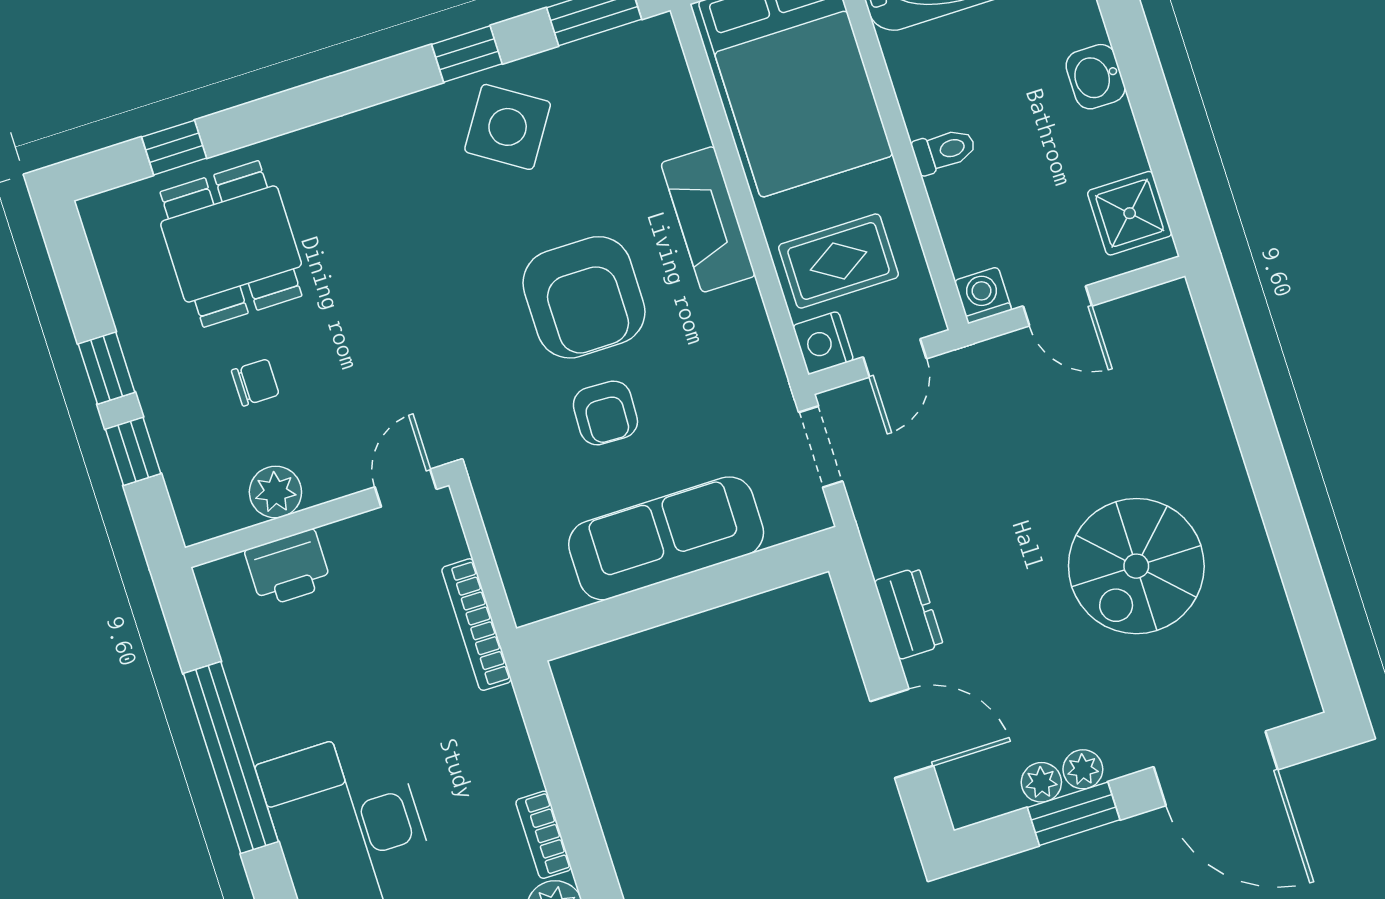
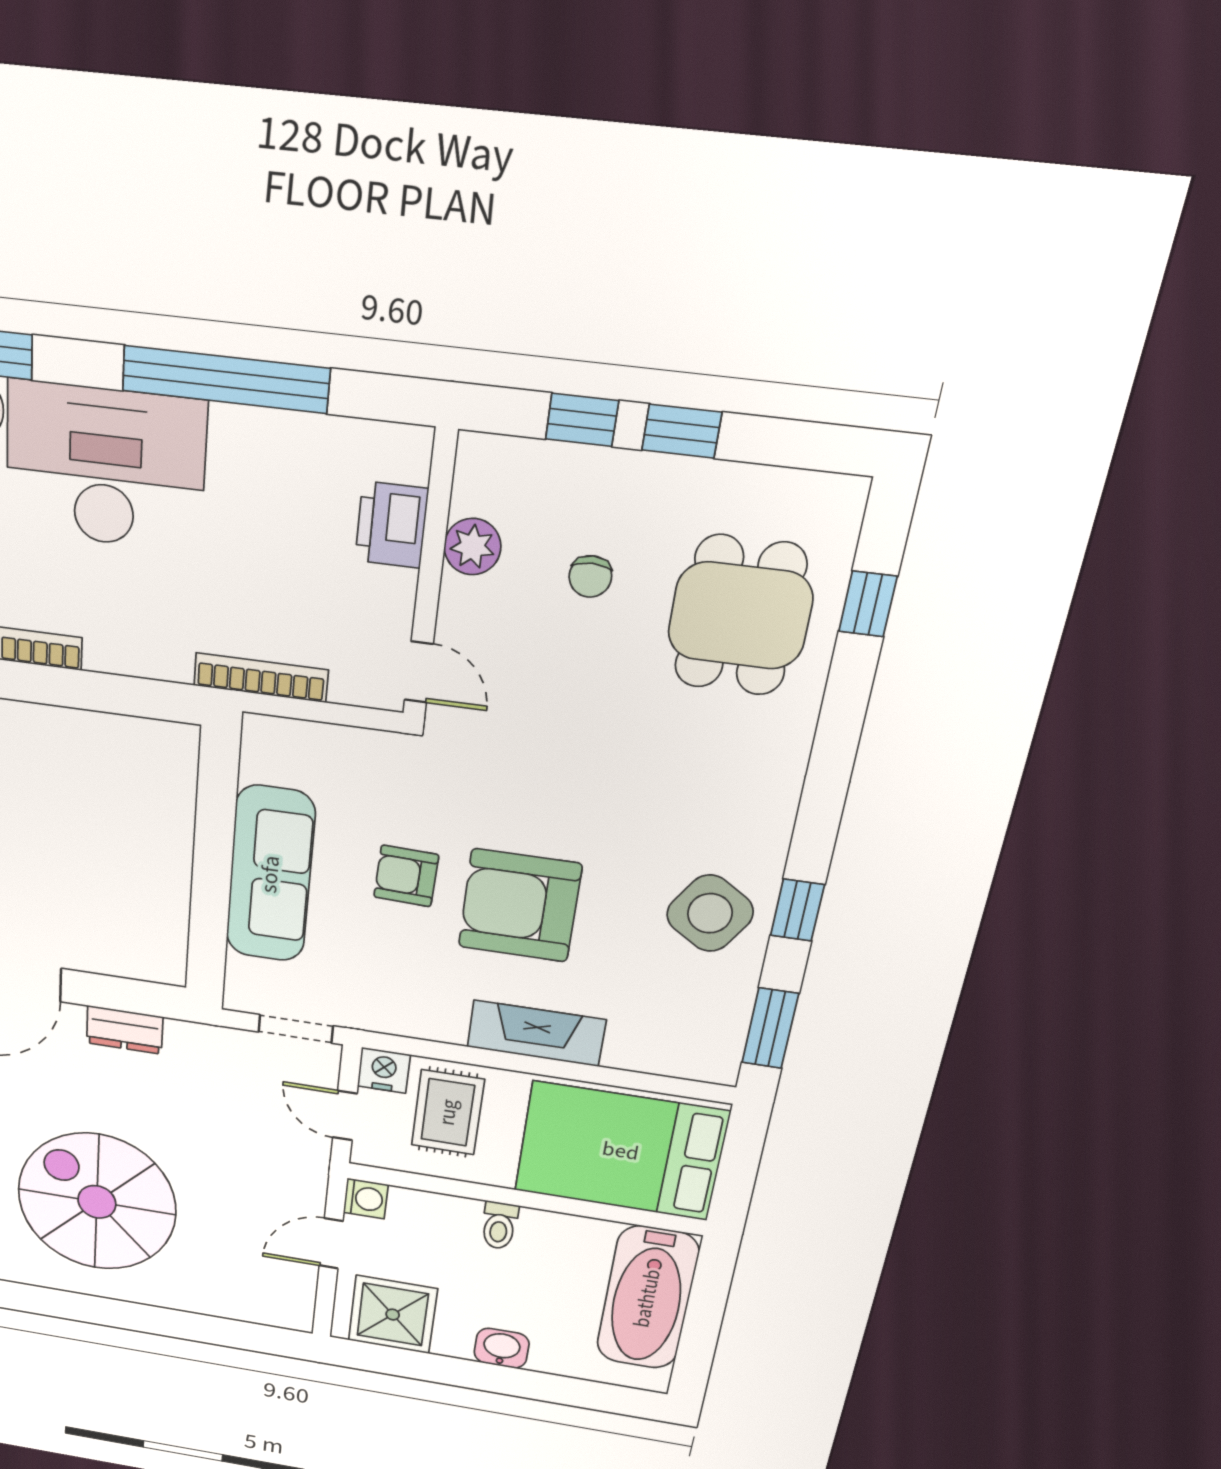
shower: (1130, 213) -> (393, 1315), width x1.36, depth x1.36
dining table: (231, 244) -> (740, 616), turned 90
spiral stairs: (1136, 566) -> (97, 1202), width x1.37, depth x1.37

